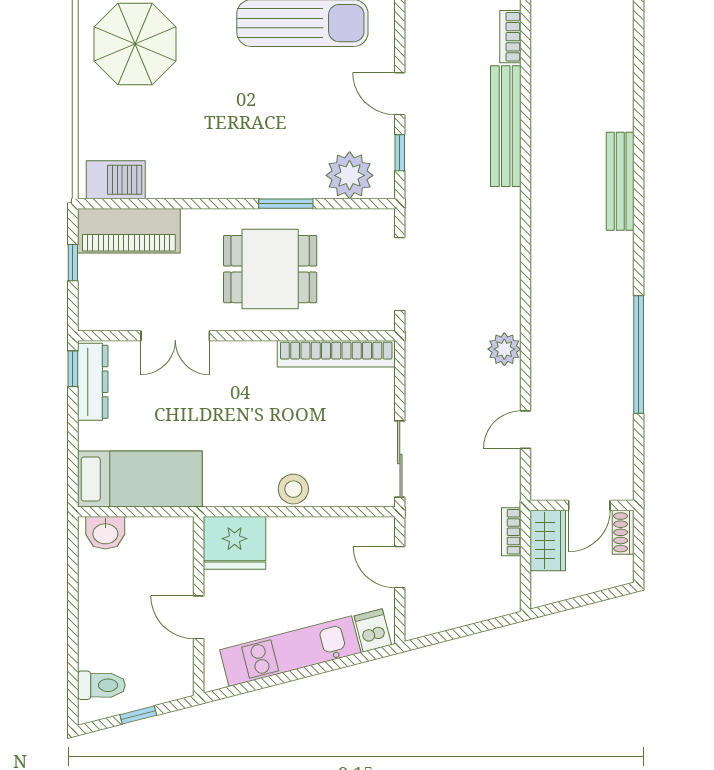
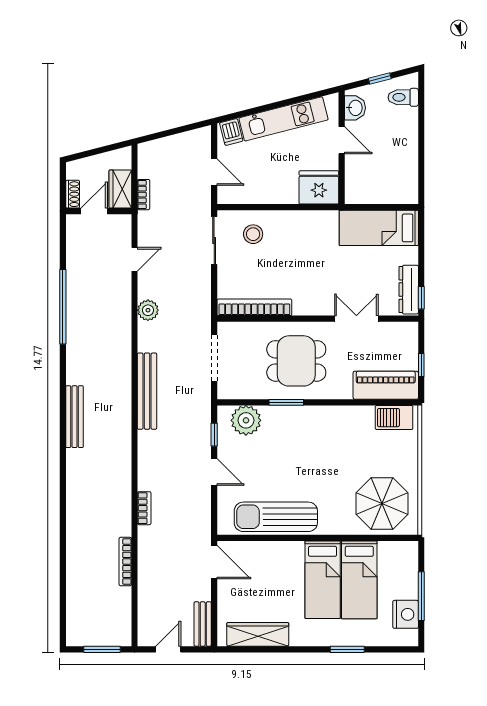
bench: (506, 126) -> (147, 391), moved
stool: (293, 489) -> (253, 234), moved
washbasin: (105, 533) -> (355, 108), moved, turned 90

